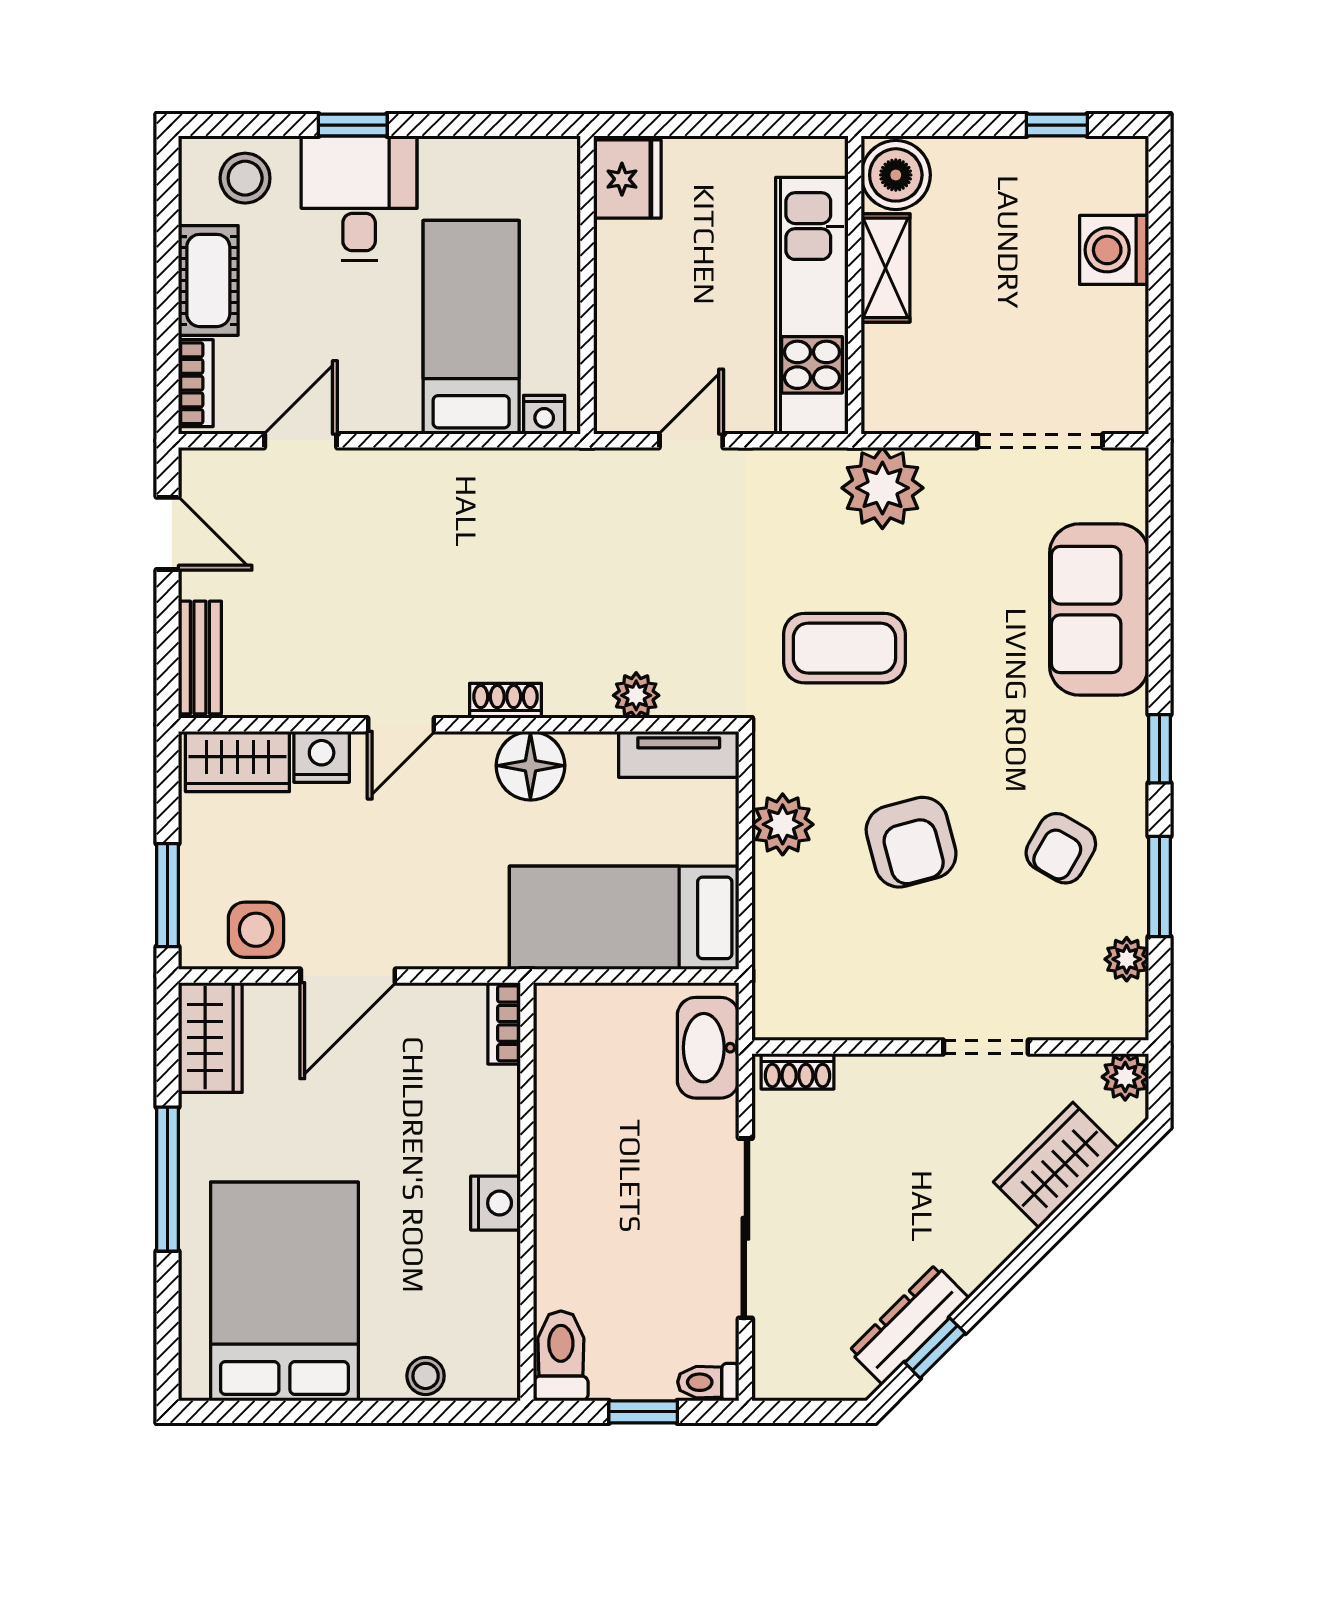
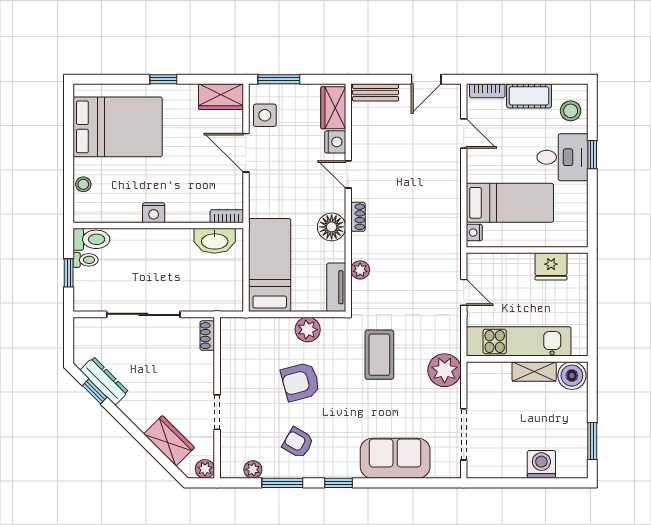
window: (1057, 125) -> (592, 441), width x1.50
fridge: (627, 179) -> (551, 266), moved
washbasin: (708, 1048) -> (215, 241), moved, turned 180
window: (168, 1179) -> (163, 79), width x0.46
toilet: (708, 1382) -> (86, 260), moved, turned 90

